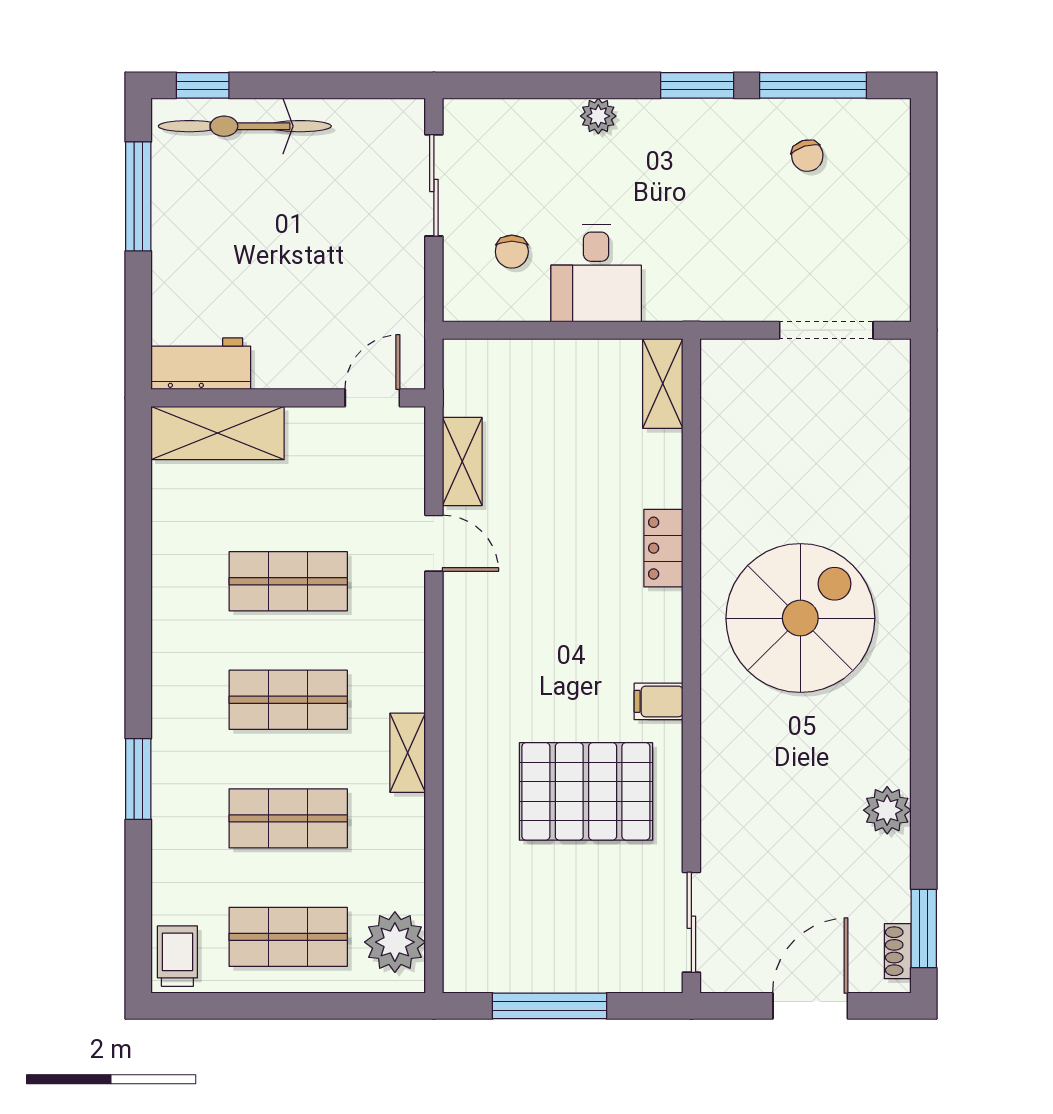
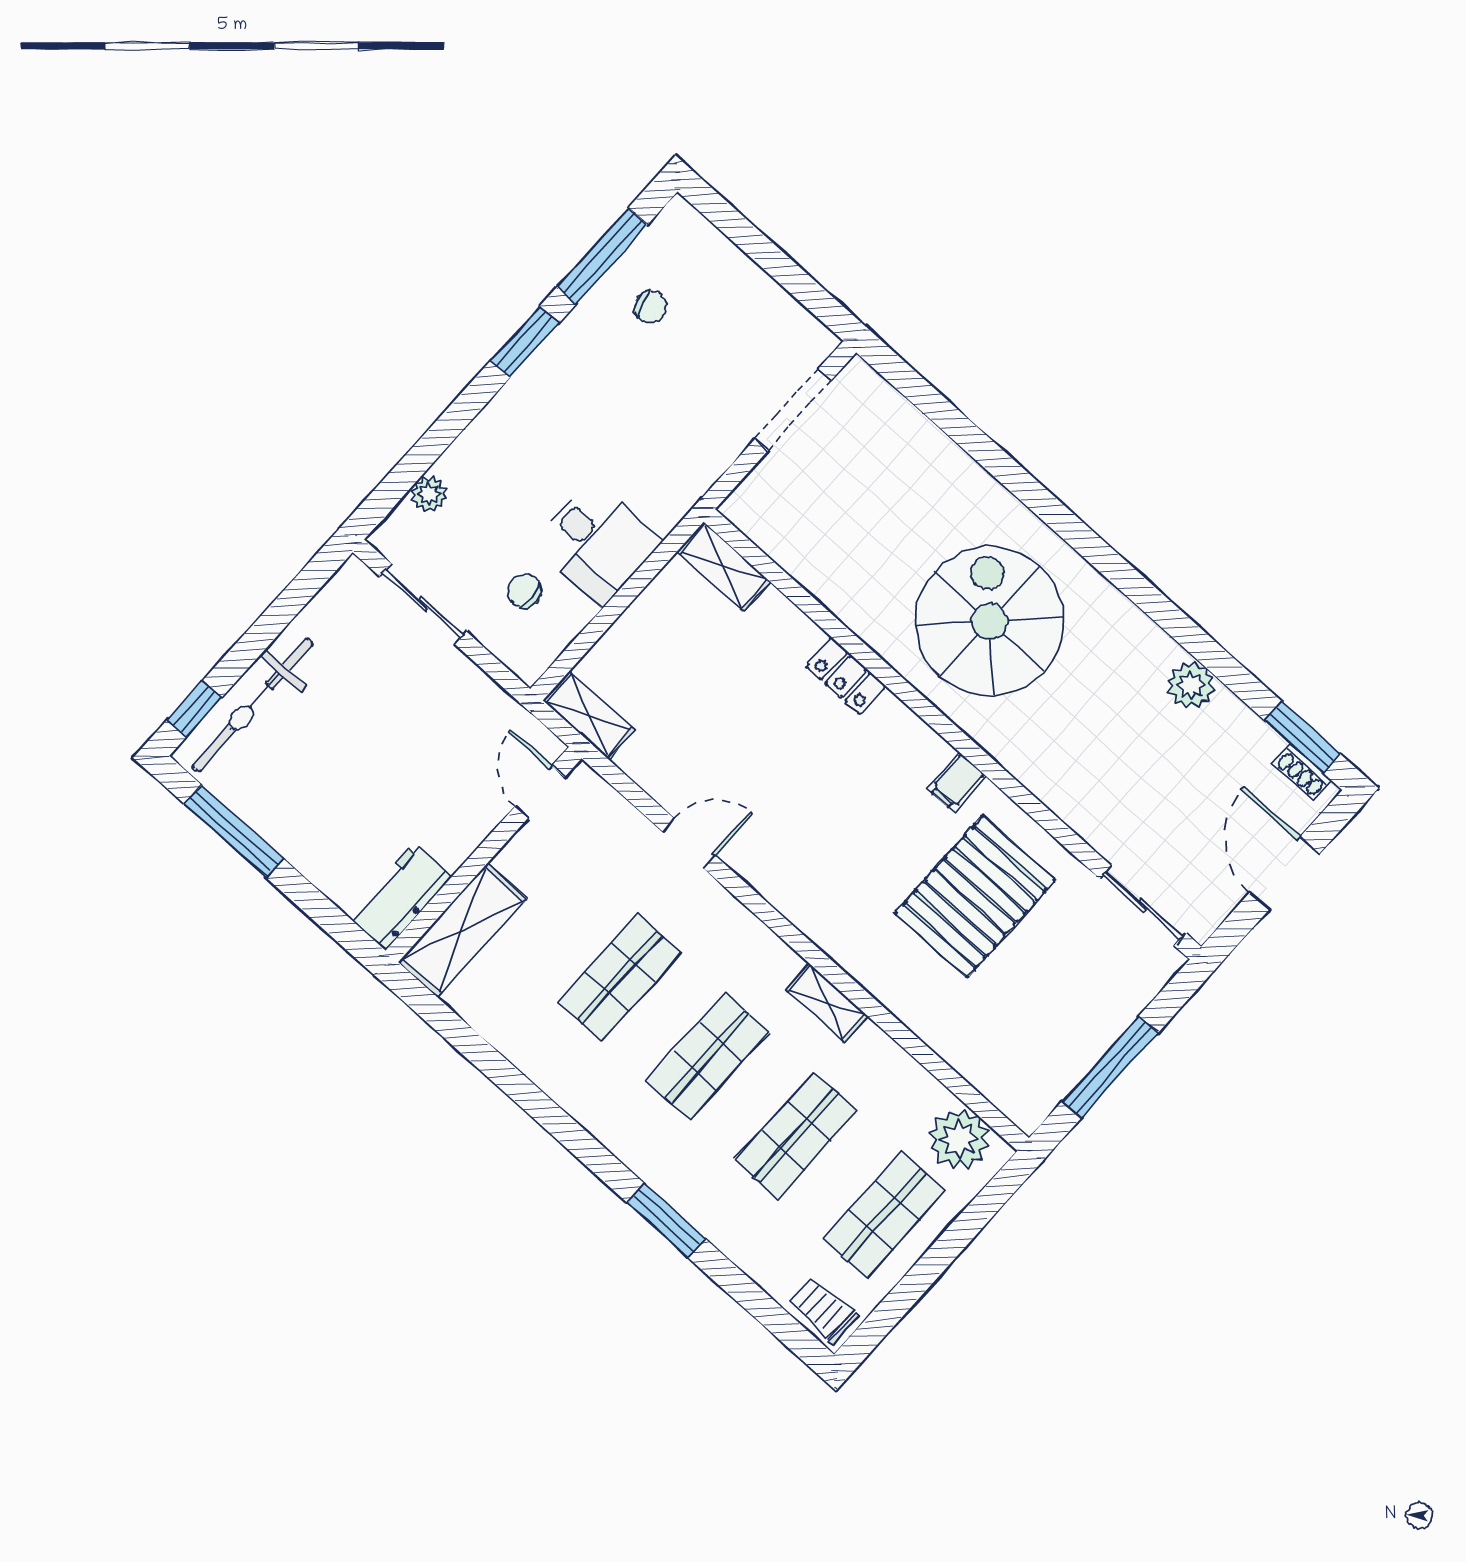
plant: (598, 116) -> (429, 494), moved
chair: (512, 252) -> (525, 591), turned 180
shelving: (462, 461) -> (589, 715), moved

